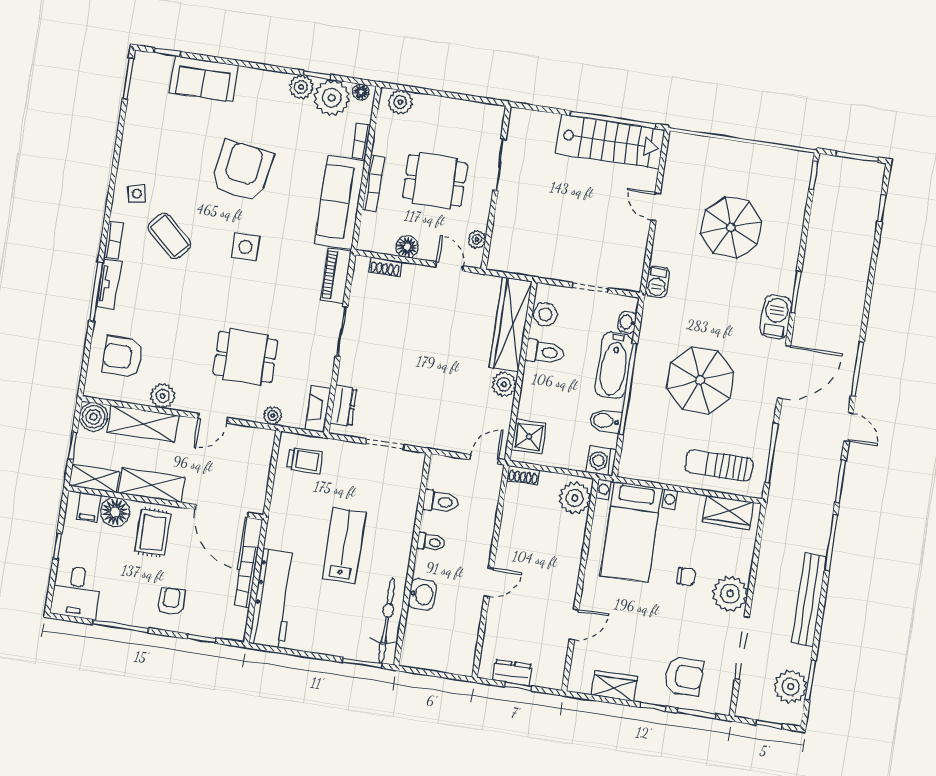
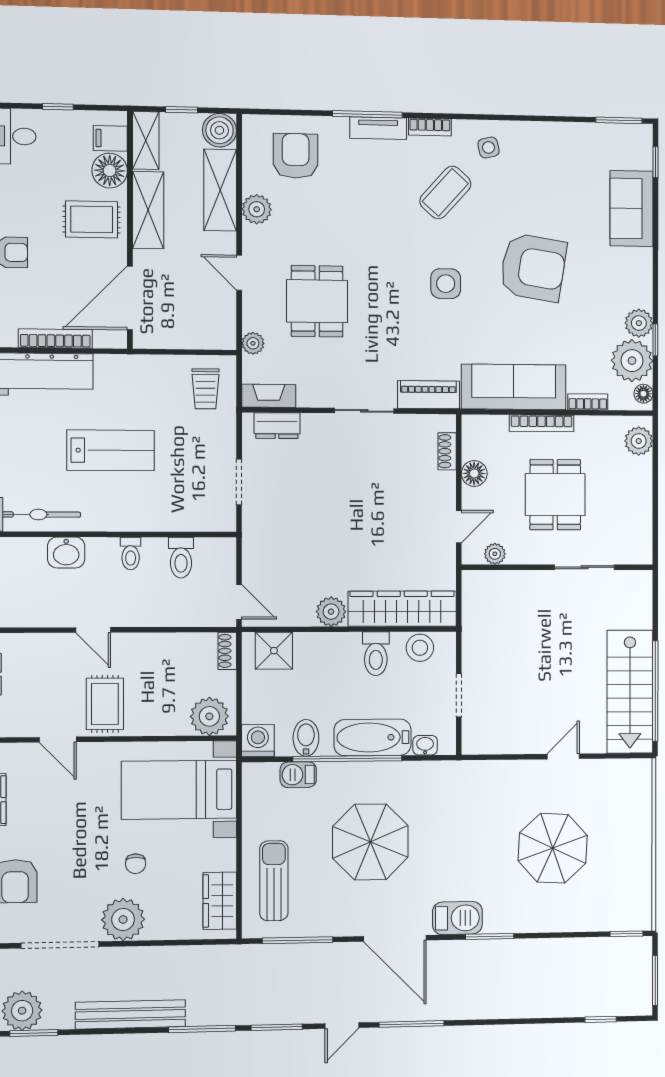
barbecue: (657, 282) -> (298, 775), moved
rug: (551, 582) -> (105, 704), added

